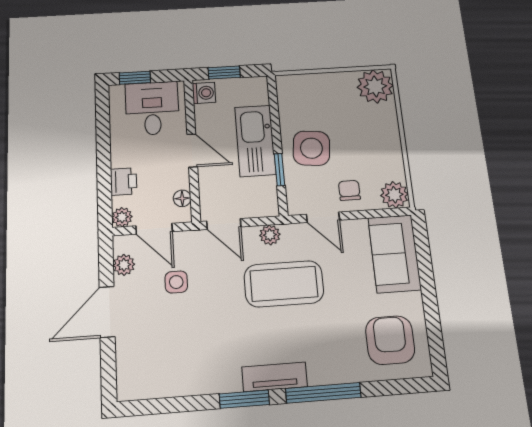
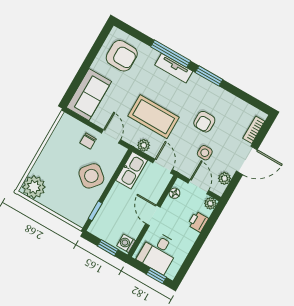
kitchen sink: (255, 141) -> (132, 170), moved, width x0.73, depth x0.81
side table: (311, 148) -> (91, 176), turned 35
window: (279, 170) -> (95, 211), moved
plant: (394, 195) -> (67, 123), removed
armchair: (206, 326) -> (204, 122), added
armchair: (390, 340) -> (122, 56), turned -90
bookcase: (125, 364) -> (254, 130), added
tv unit: (275, 377) -> (174, 68), moved

